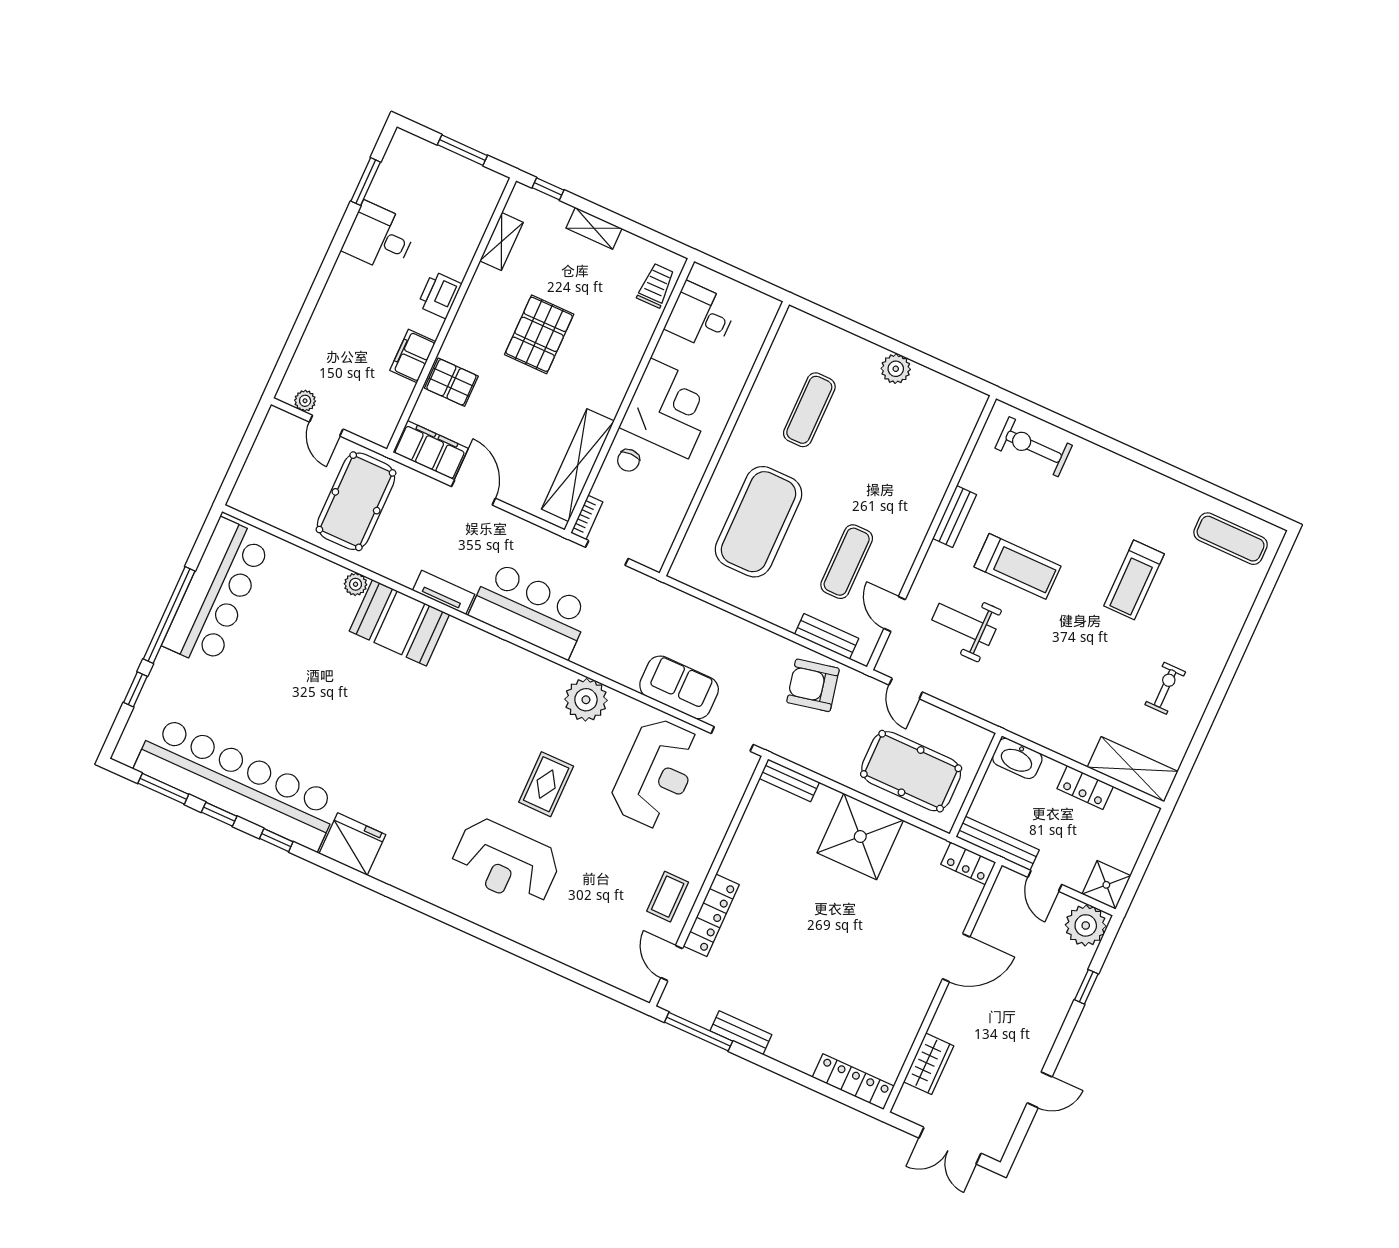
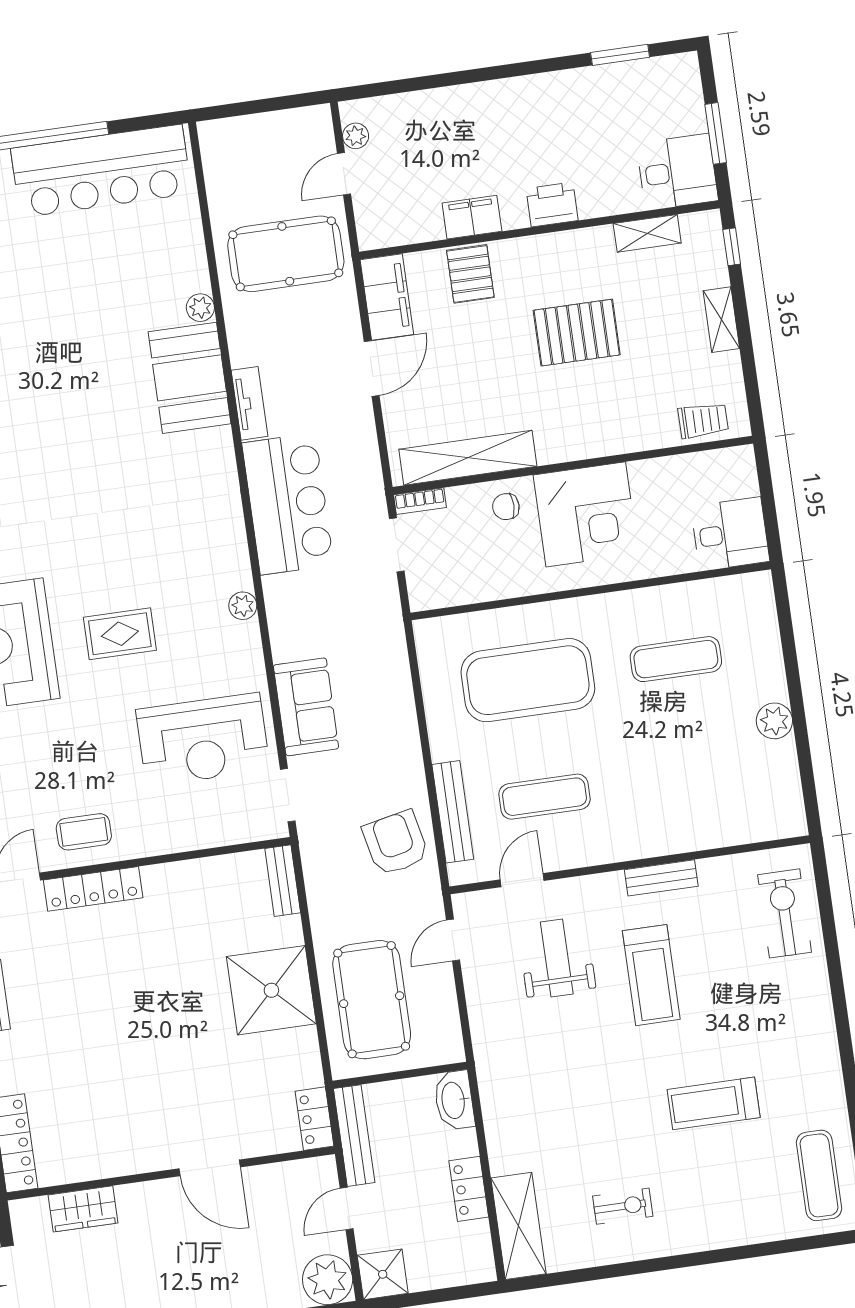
desk: (380, 238) -> (677, 172), moved, turned 90
desk: (701, 316) -> (730, 534), moved, turned 90
bench: (827, 636) -> (453, 812), width x1.36
plant: (586, 700) -> (243, 606), width x0.53, depth x0.53

